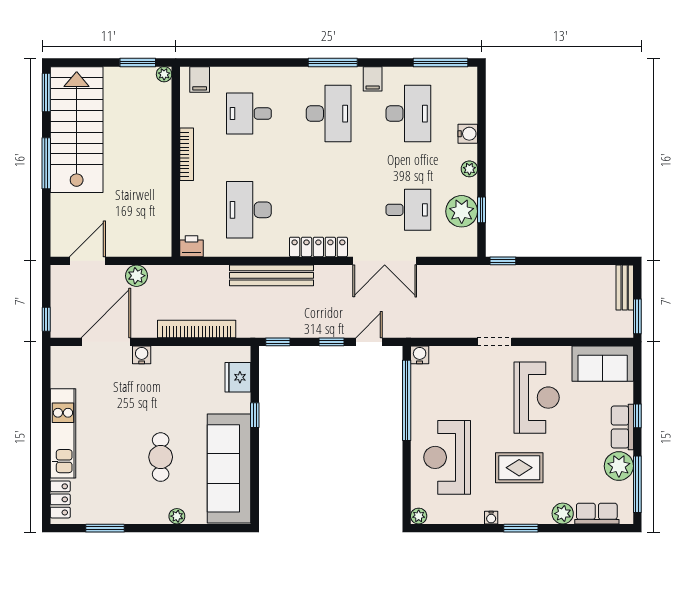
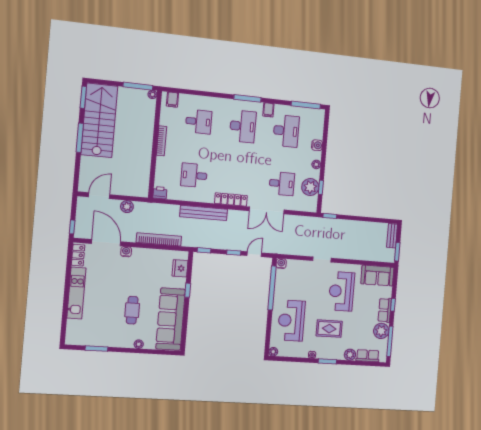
window: (138, 62) -> (138, 86), width x1.44
desk: (249, 114) -> (199, 122), turned 180
desk: (249, 210) -> (194, 175), width x0.73
door: (106, 342) -> (106, 243), hinge flipped
reception desk: (537, 398) -> (341, 291), turned 180
locker: (60, 499) -> (78, 255), moved

